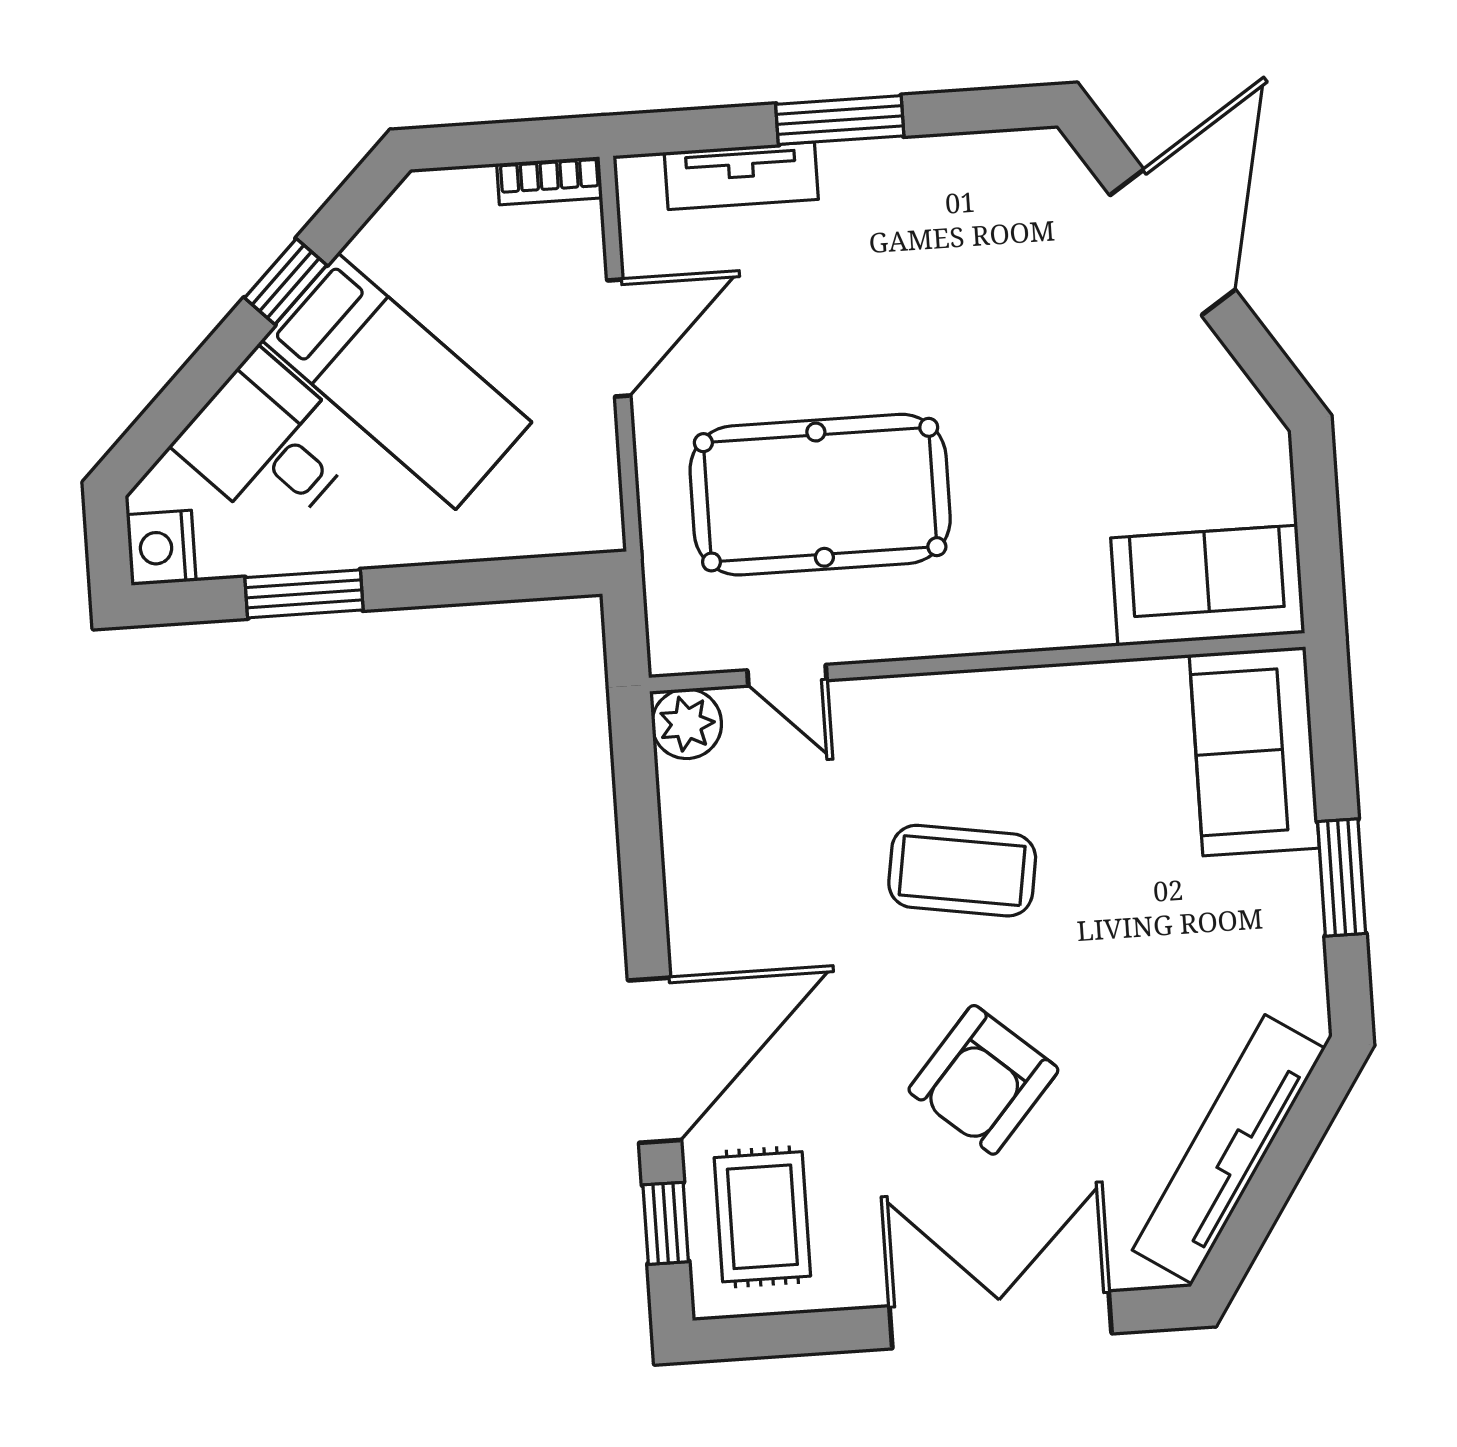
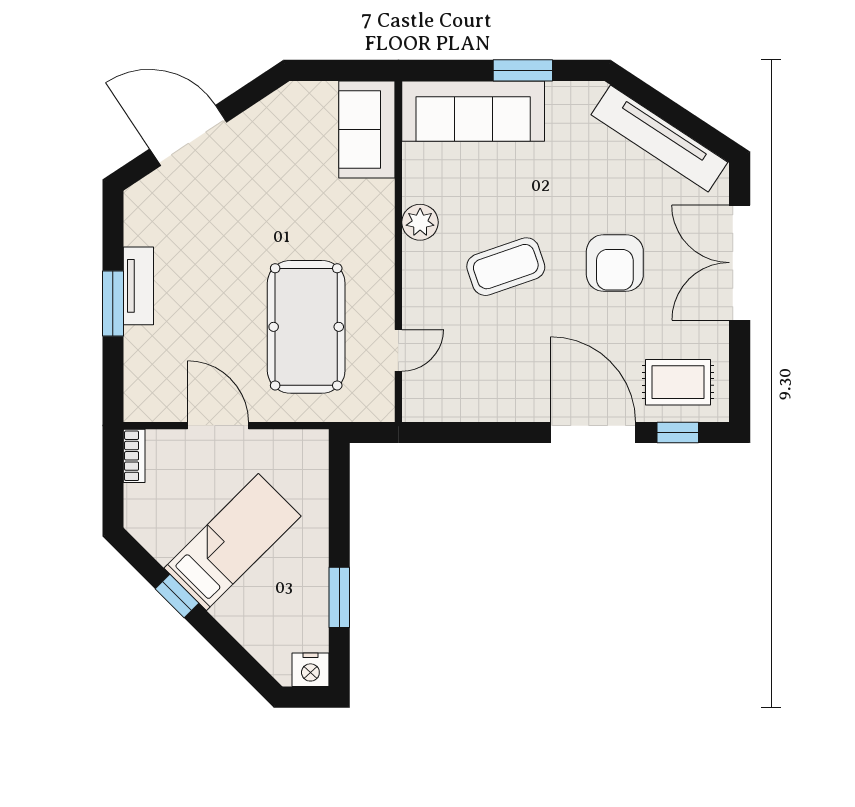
tv unit: (741, 176) -> (138, 286), moved
desk: (268, 443) -> (260, 611), removed
plant: (687, 724) -> (420, 222), moved
sofa: (1254, 751) -> (473, 111), width x1.36
coffee table: (962, 871) -> (506, 267), turned 62
armchair: (983, 1080) -> (615, 263), turned 49

